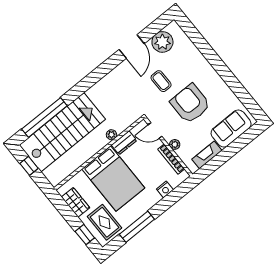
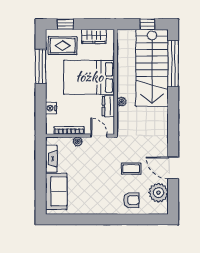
armchair: (190, 104) -> (131, 200), moved, width x0.53, depth x0.53
door: (155, 131) -> (99, 136), hinge flipped

